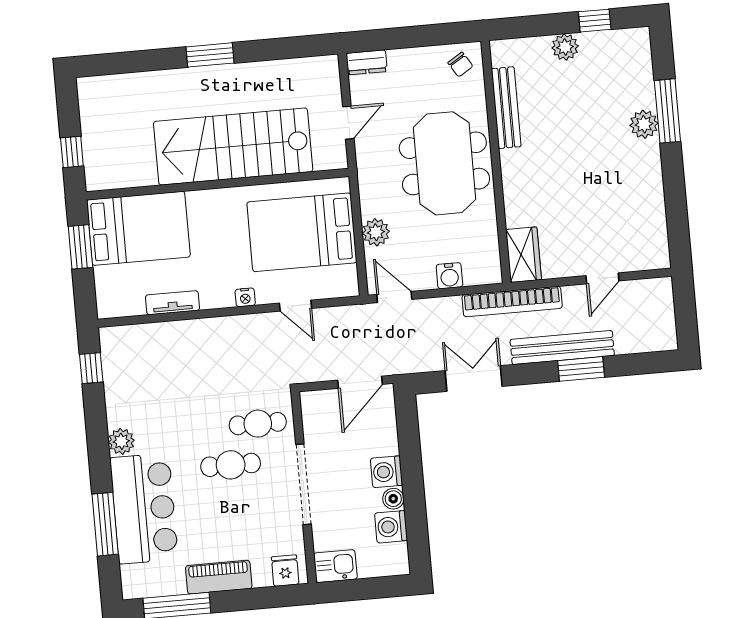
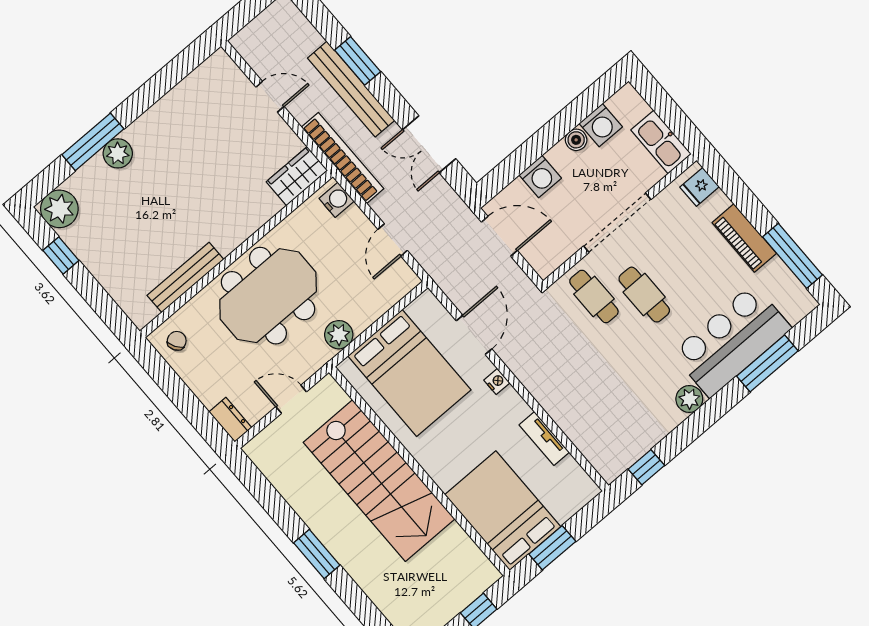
plant: (565, 47) -> (59, 209), moved, width x1.36, depth x1.36
plant: (376, 232) -> (339, 335), moved
water cooler: (449, 276) -> (337, 200), moved
door: (394, 297) -> (393, 240), moved
door: (296, 306) -> (474, 335), width x1.38
washing machine: (386, 472) -> (540, 177), moved
kitchen sink: (335, 566) -> (661, 142), width x1.38

